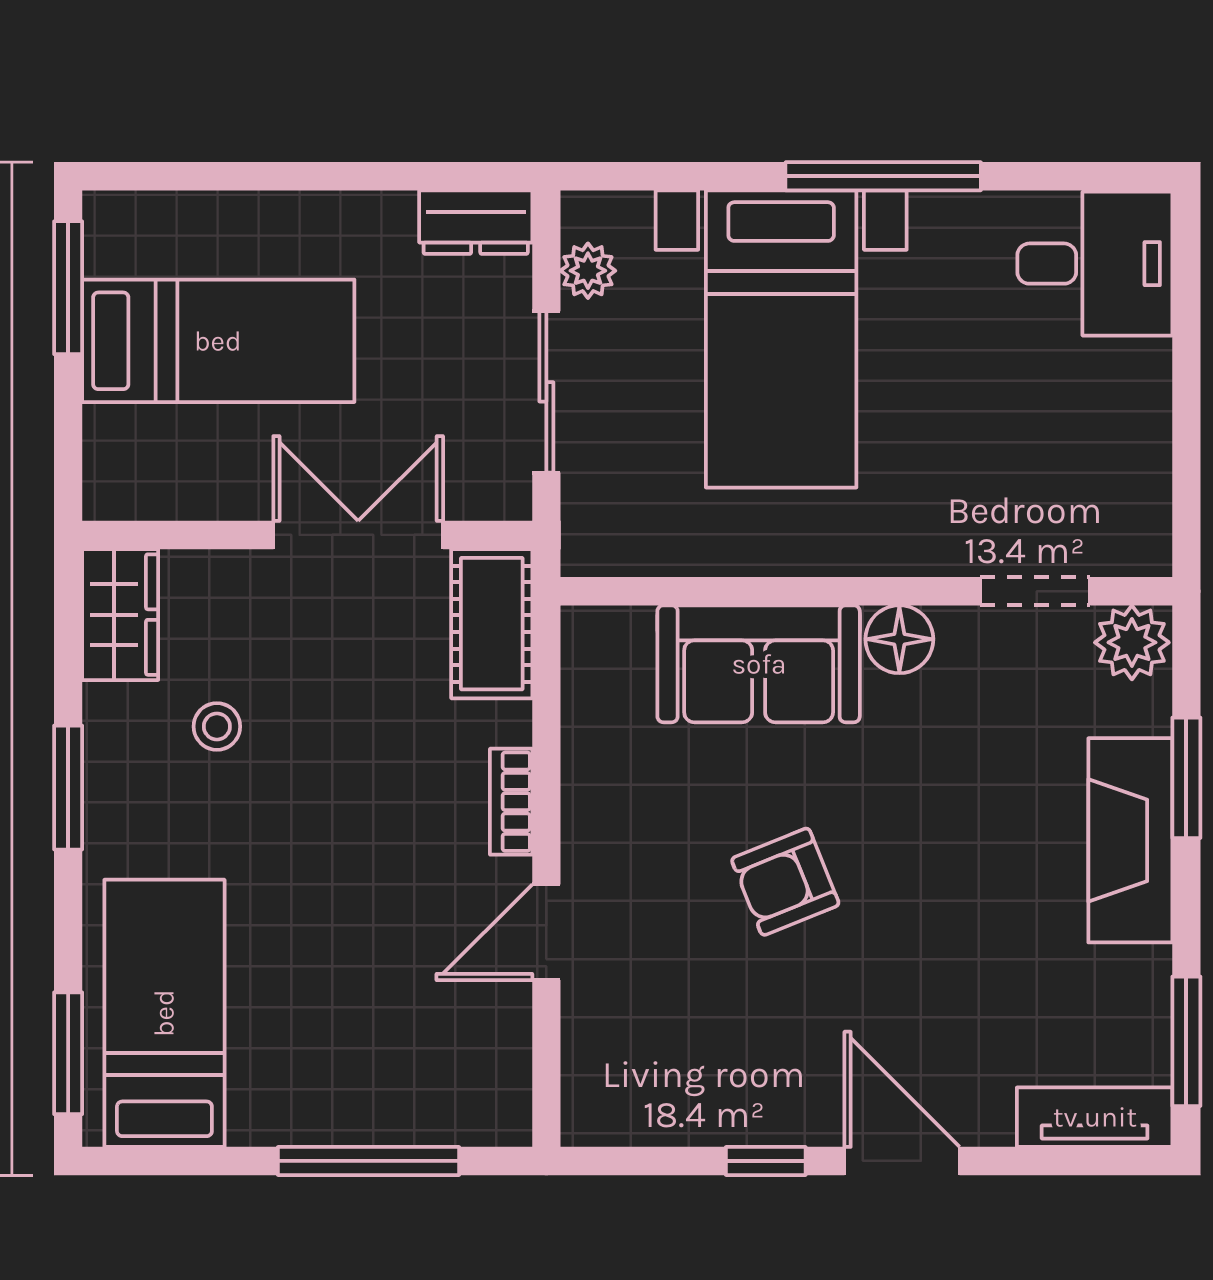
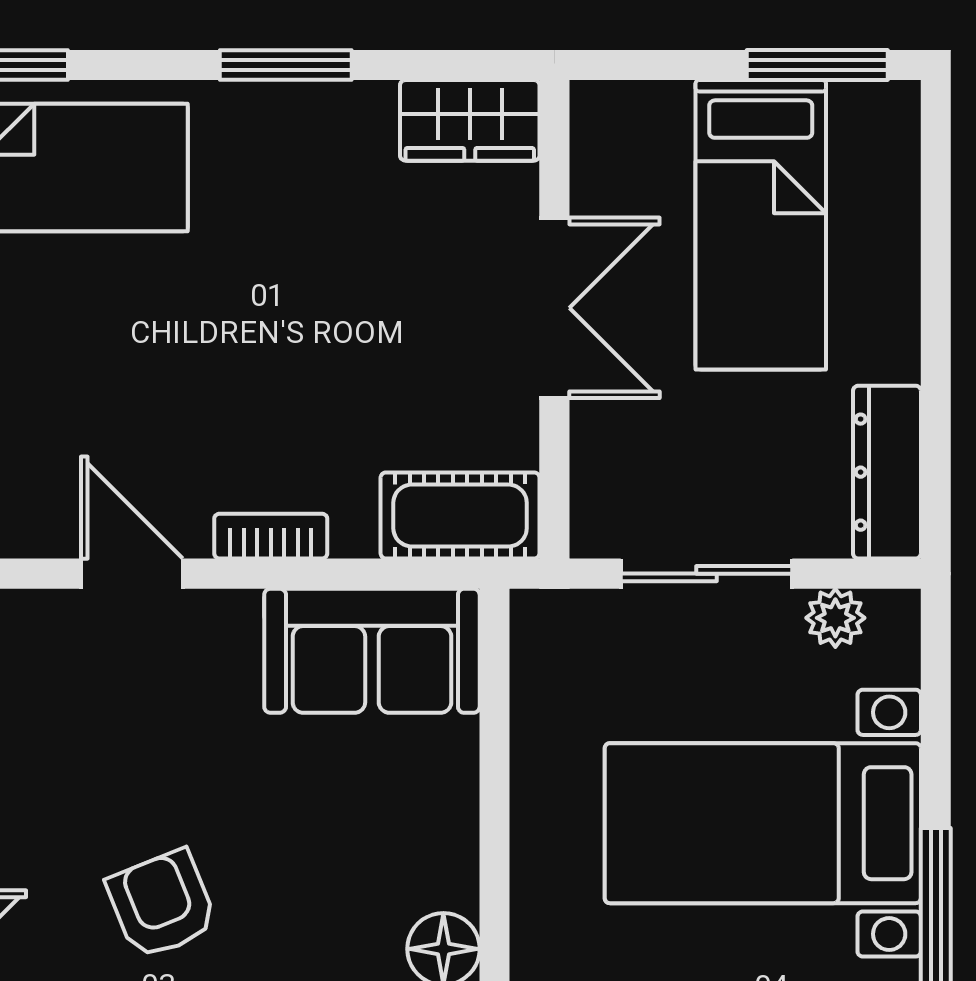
dresser: (476, 222) -> (887, 472), width x1.44
double door: (358, 535) -> (554, 308), moved
sofa: (759, 664) -> (372, 651), moved, turned -90
stool: (217, 726) -> (351, 223), removed
armchair: (785, 882) -> (162, 904), moved

